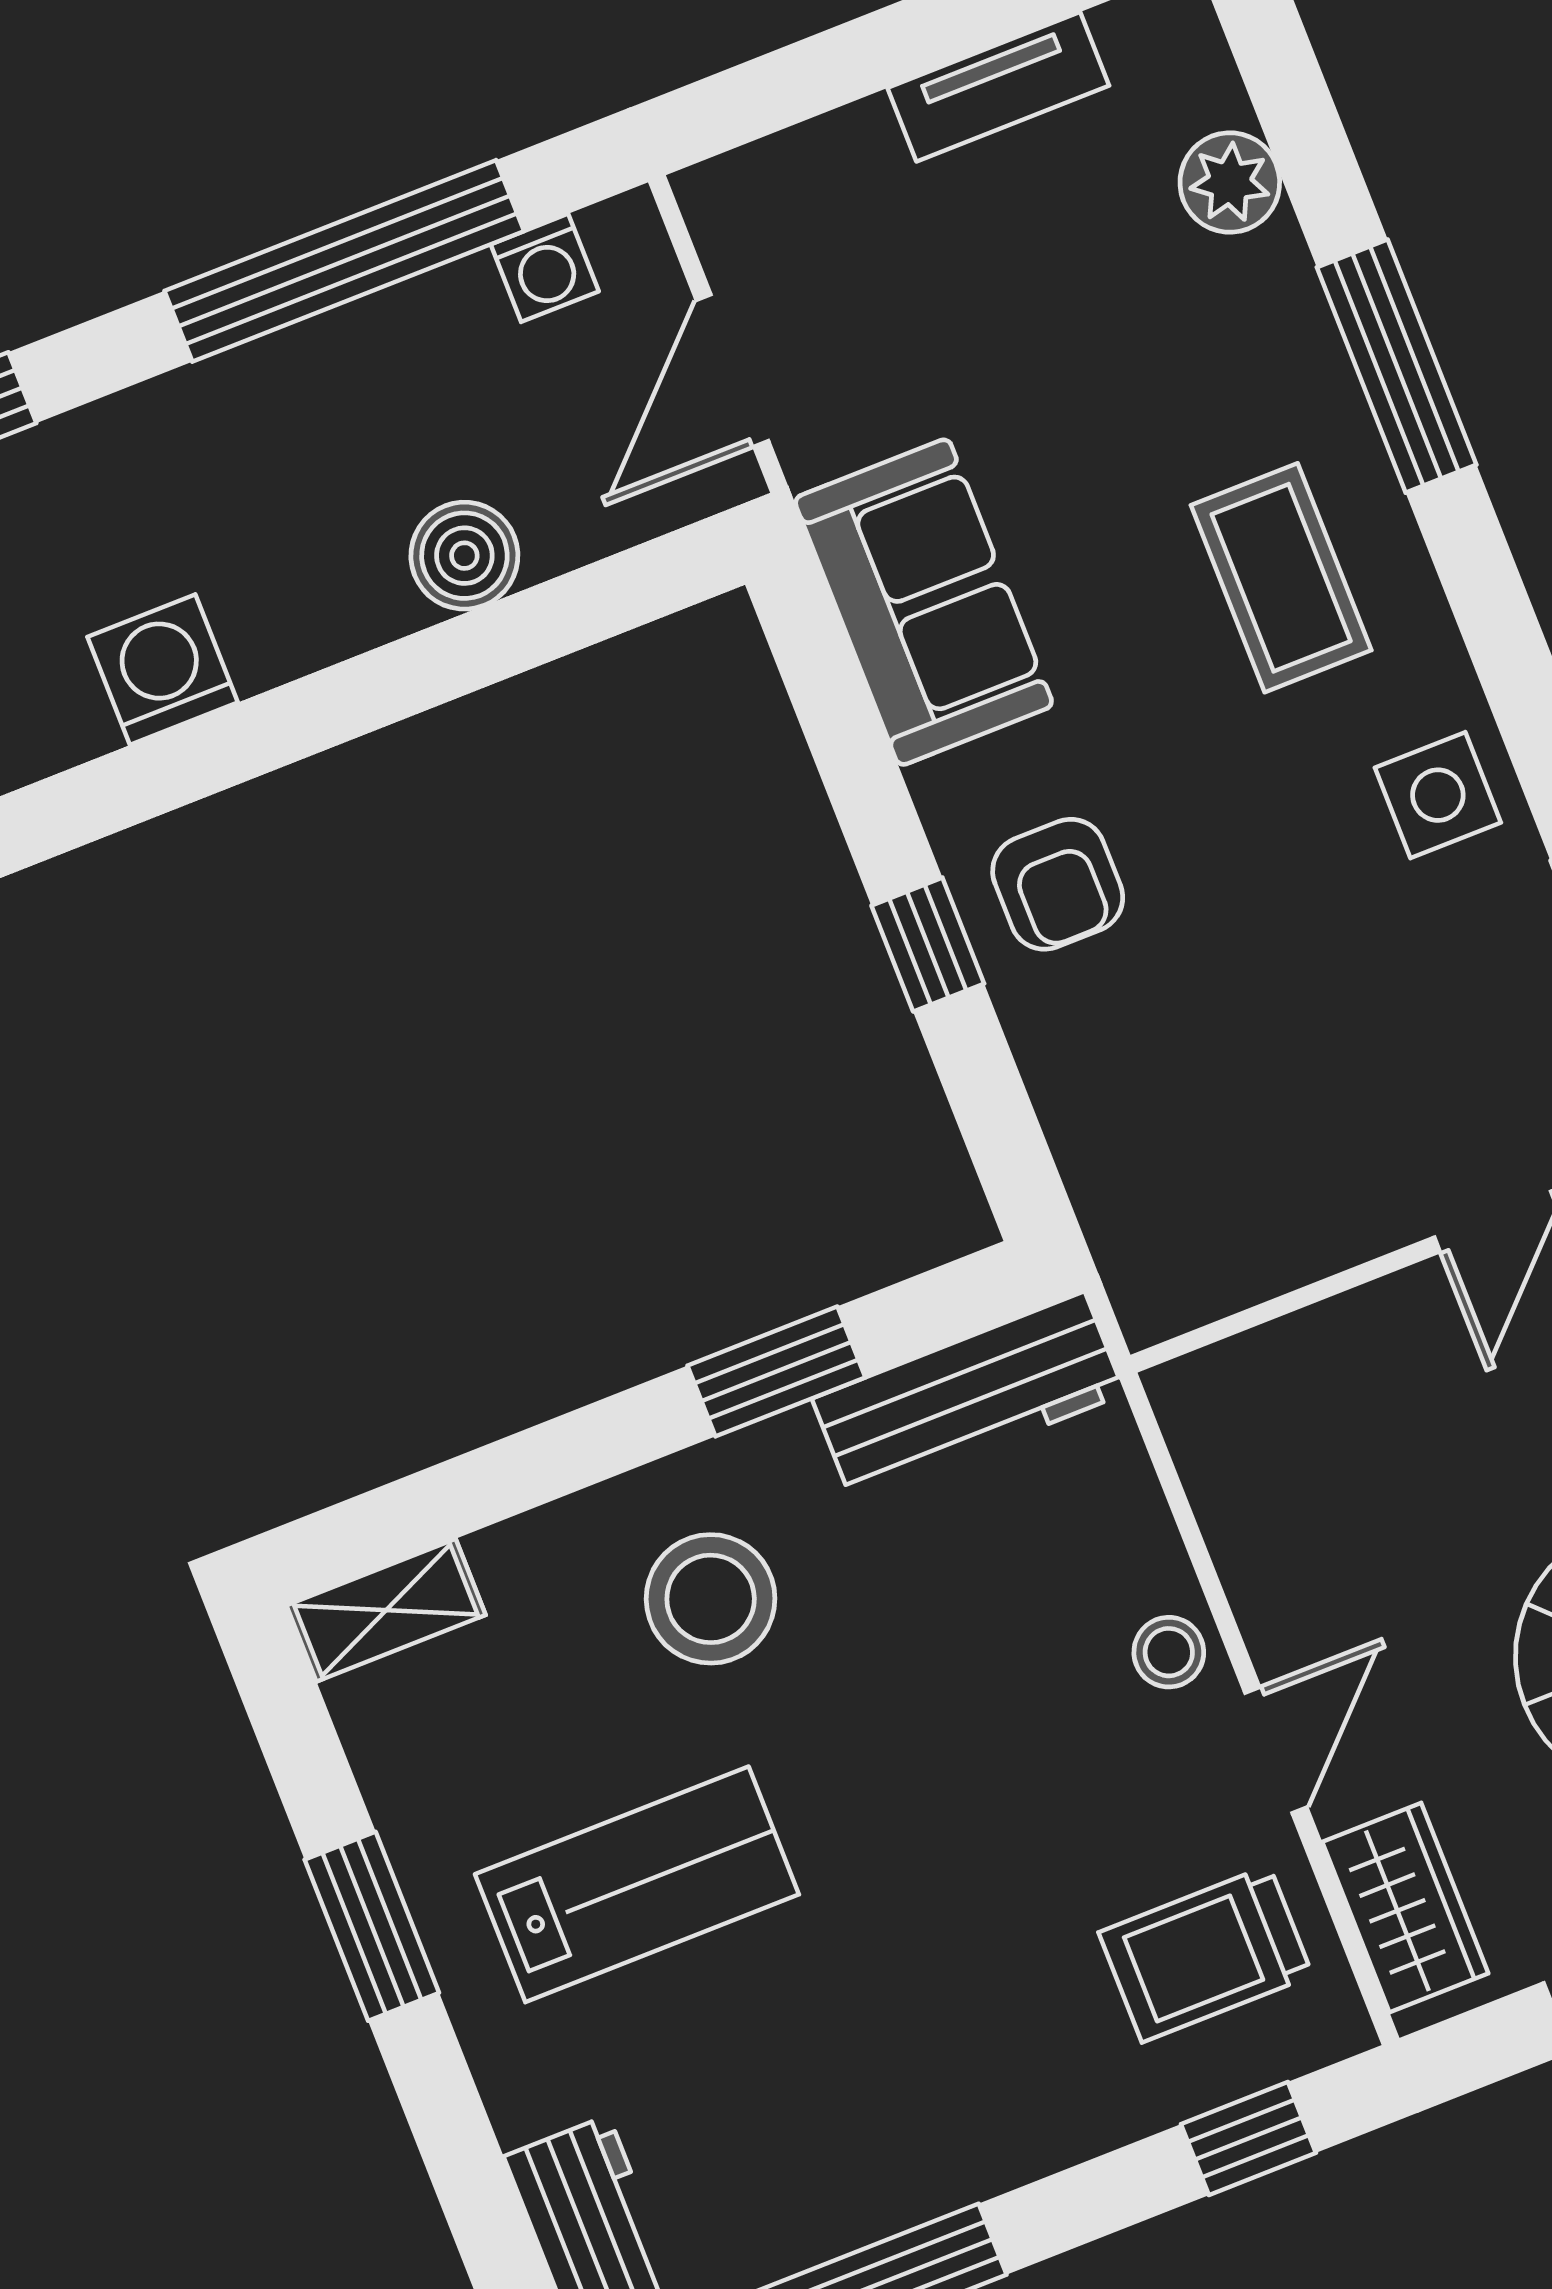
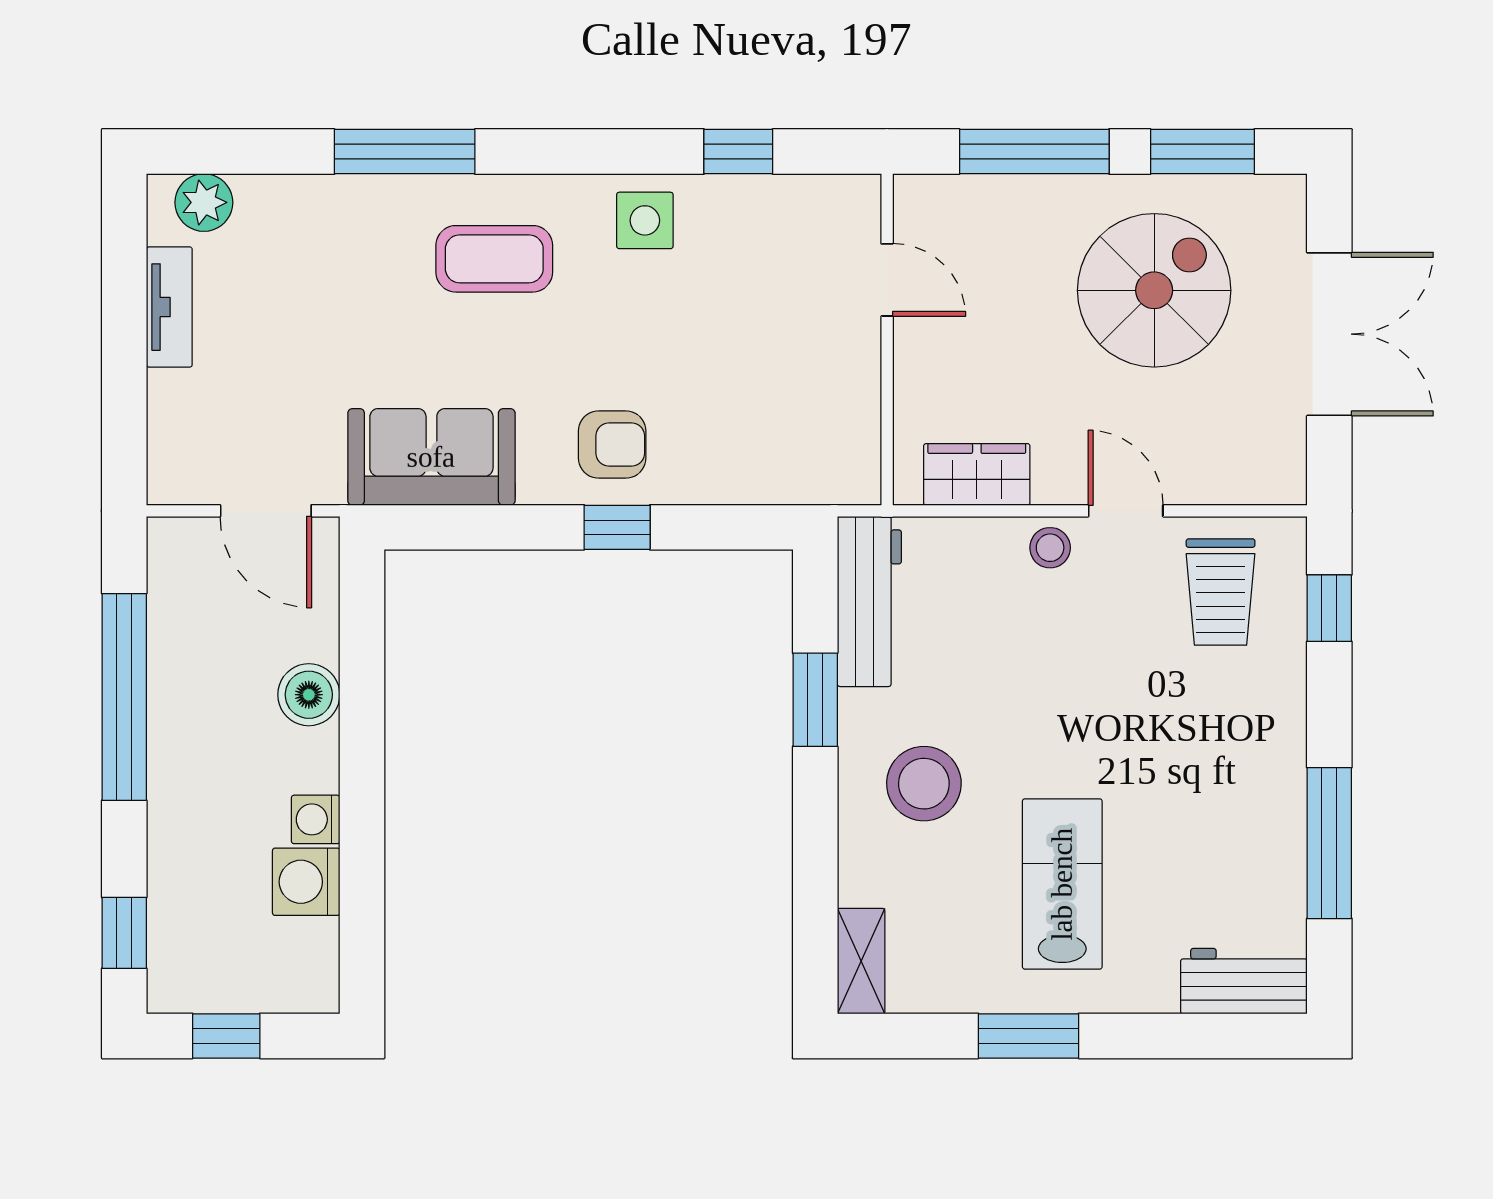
plant: (1230, 183) -> (204, 202), moved
washing machine: (545, 268) -> (316, 819), moved, turned 180
wardrobe: (1405, 1908) -> (977, 474), moved

